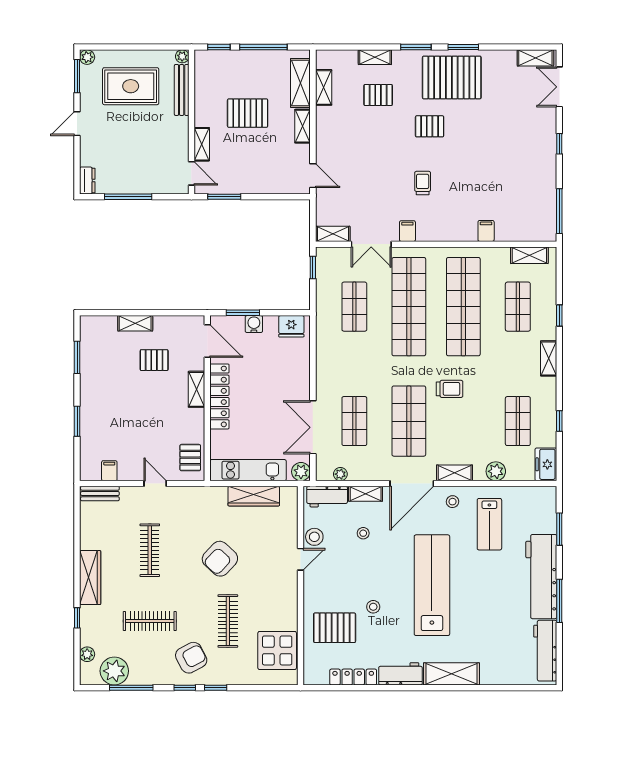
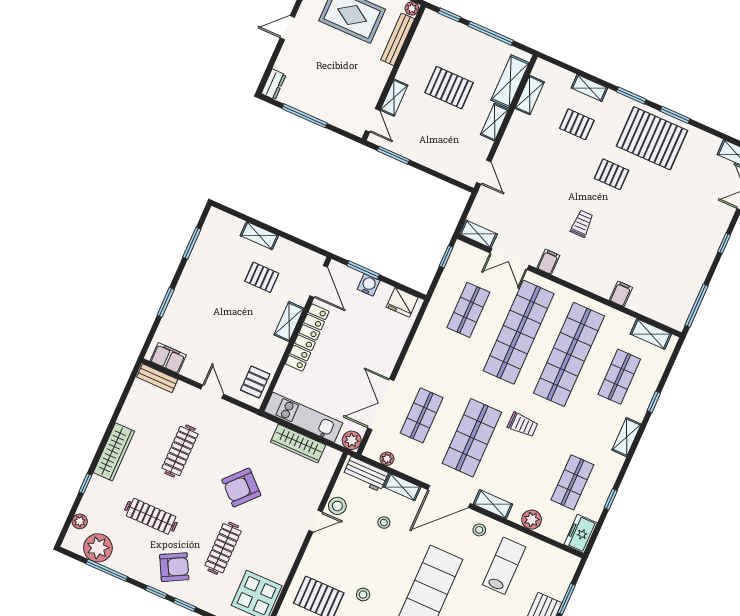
filing cabinet: (109, 471) -> (168, 358), width x2.00
lab bench: (489, 524) -> (504, 566), turned 180

